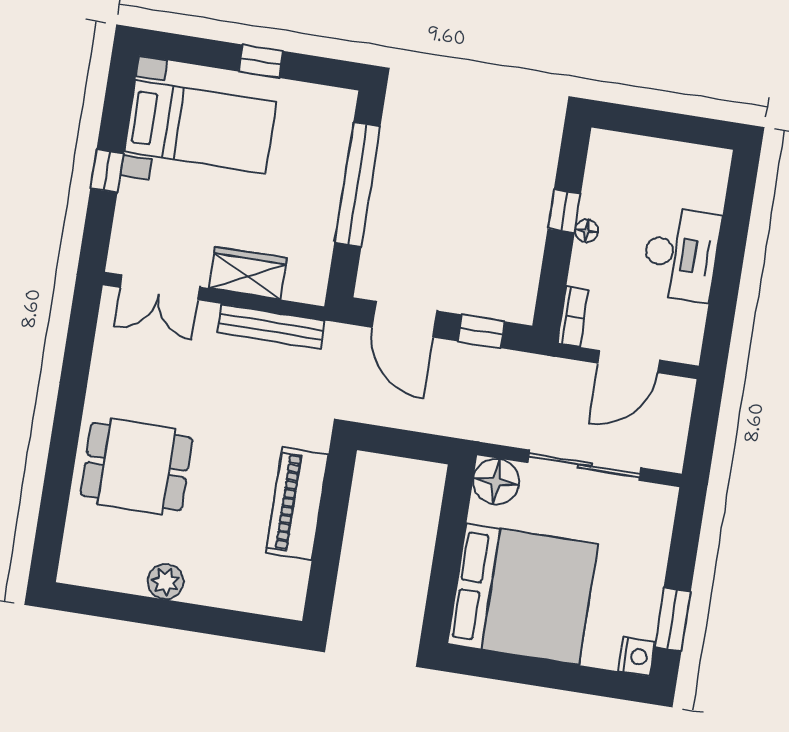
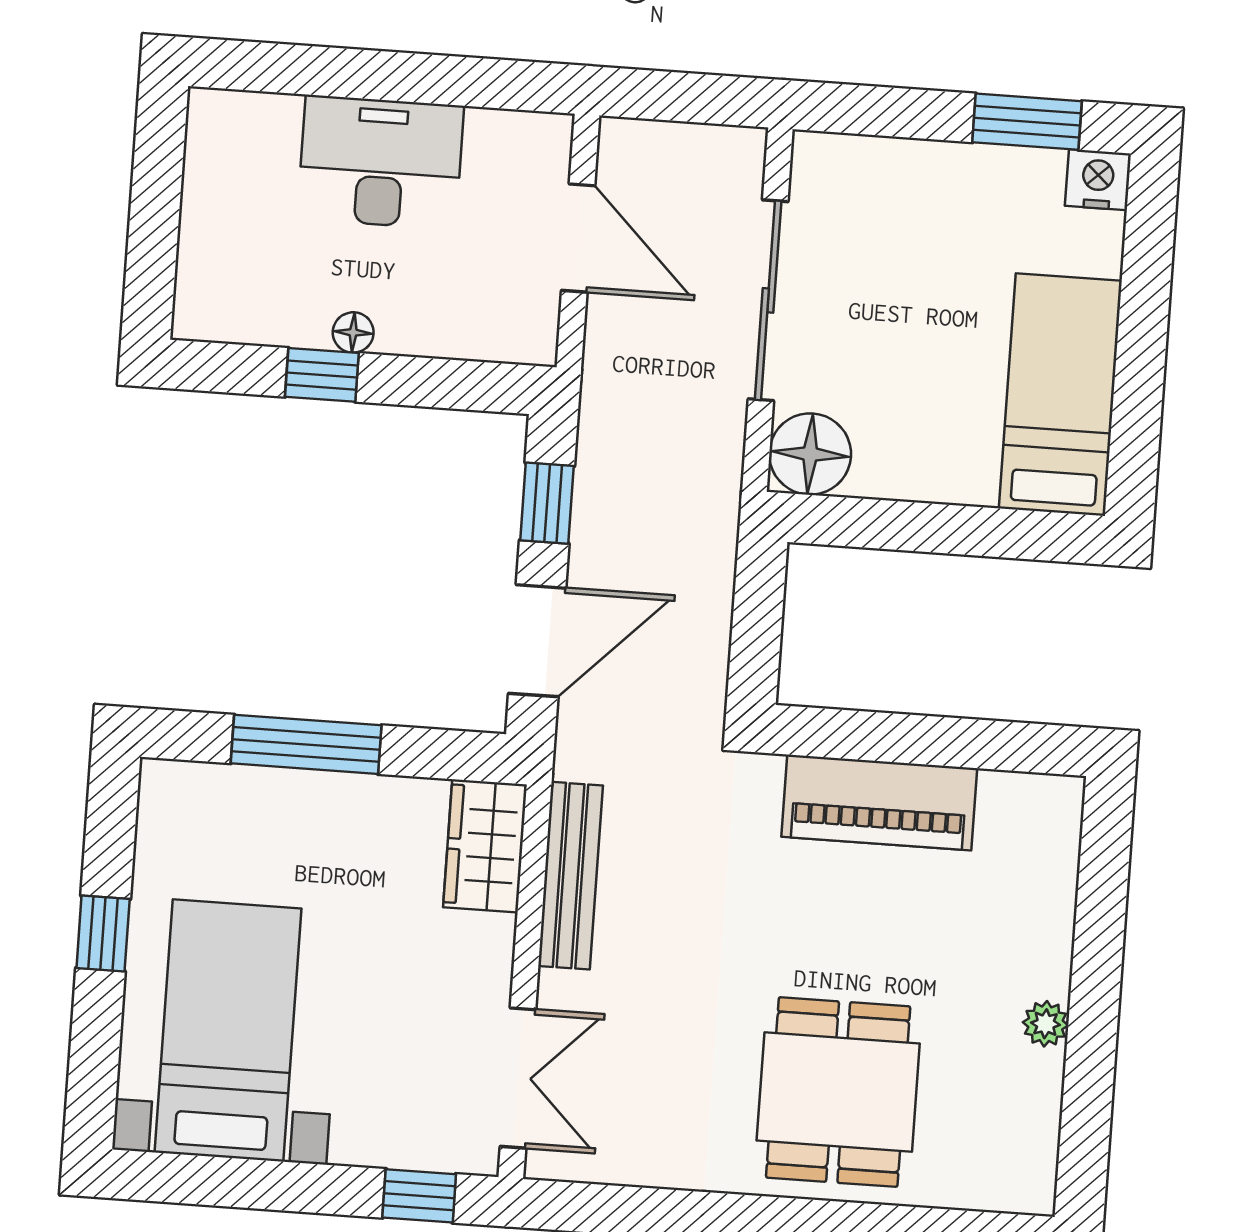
window: (107, 171) -> (419, 1196), moved
window: (357, 184) -> (306, 744), width x0.68
wardrobe: (248, 273) -> (485, 846), moved
bookcase: (573, 317) -> (507, 343), removed
plant: (166, 582) -> (1046, 1024), width x0.73, depth x0.73
bed: (522, 594) -> (1060, 395), width x0.49

